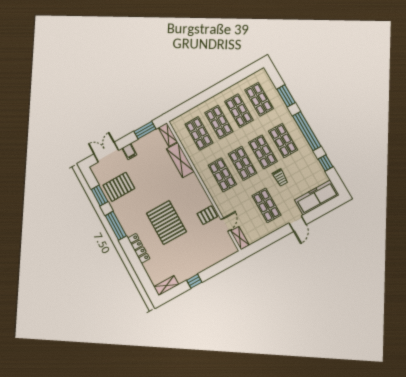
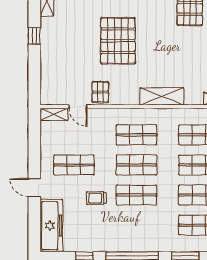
shop shelf: (283, 141) -> (136, 225), removed
shelving: (180, 160) -> (162, 96), moved
pallet: (166, 223) -> (118, 41), turned 90

